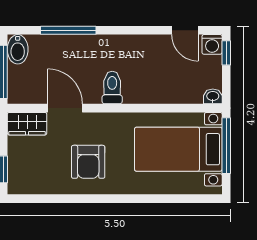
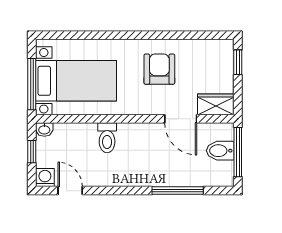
bidet: (18, 49) -> (220, 151), moved, turned -90
window: (226, 53) -> (32, 152), moved
toilet: (112, 88) -> (107, 138), moved

